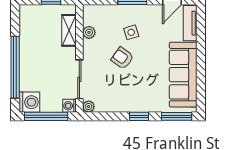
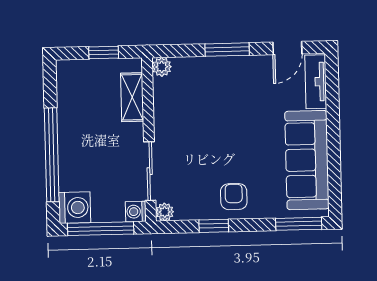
plant: (89, 32) -> (162, 67), moved
side table: (131, 32) -> (227, 98), removed
armchair: (122, 58) -> (234, 197), moved, turned 54
window: (139, 116) -> (214, 226), moved

